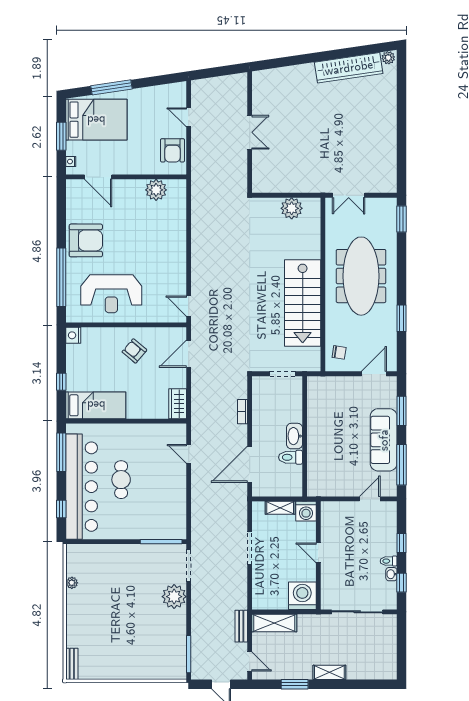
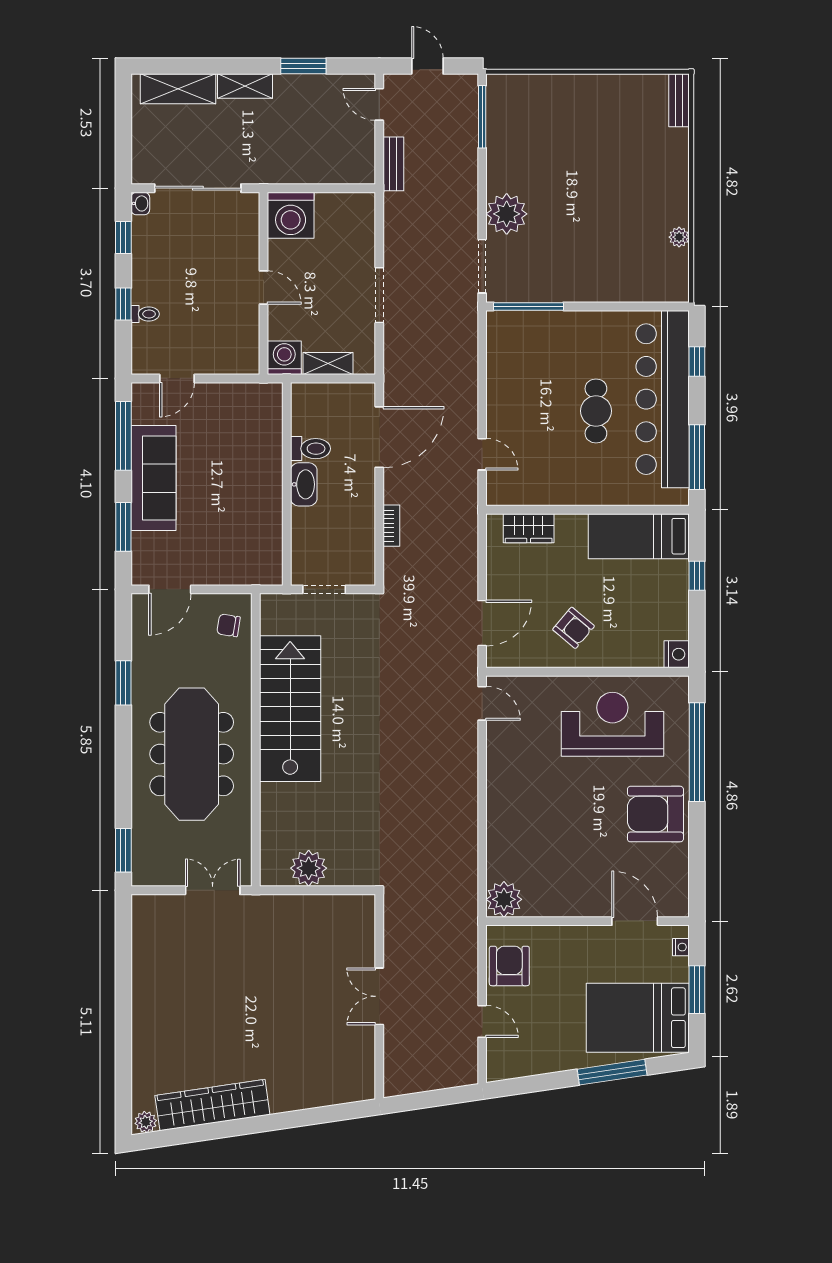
plant: (156, 190) -> (504, 899), moved
wardrobe: (178, 404) -> (529, 528), moved, turned 90
toilet: (389, 561) -> (145, 314), moved
washbasin: (391, 574) -> (140, 203), moved
shelving: (274, 623) -> (178, 89), moved

